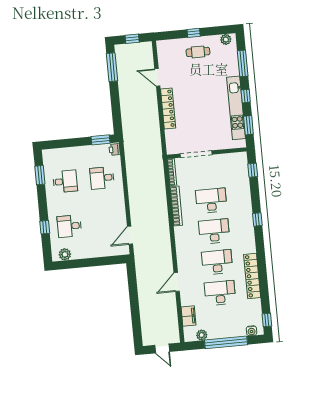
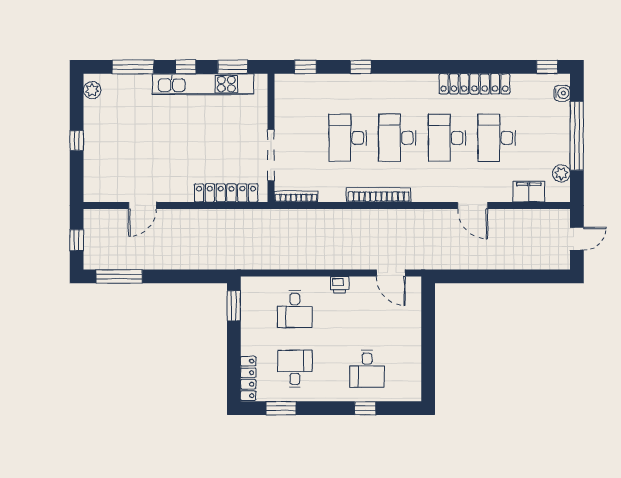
cafe table: (198, 52) -> (108, 137), removed
locker: (168, 108) -> (226, 193), moved
printer: (115, 149) -> (340, 285), moved
locker: (56, 153) -> (248, 378), added
bookcase: (176, 206) -> (379, 195), moved
window: (257, 219) -> (361, 67), moved
plant: (65, 254) -> (412, 380), removed

